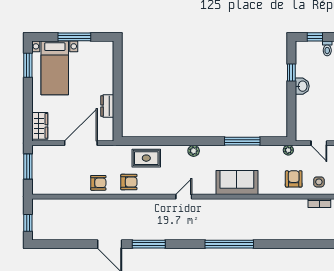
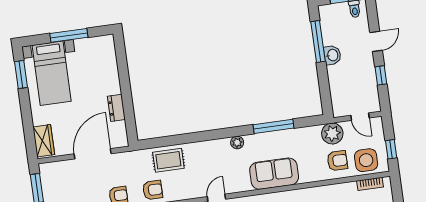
window: (291, 73) -> (318, 42), width x2.17
plant: (288, 150) -> (332, 134), width x1.88, depth x1.88
plant: (194, 151) -> (237, 142), moved
armchair: (294, 179) -> (337, 161), turned 90
side table: (319, 182) -> (366, 160), width x1.87, depth x1.87

